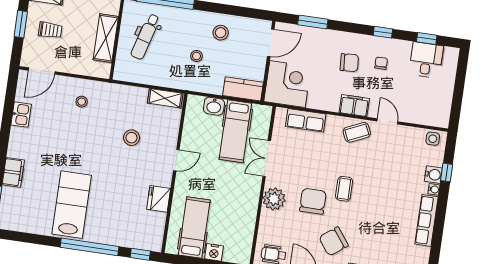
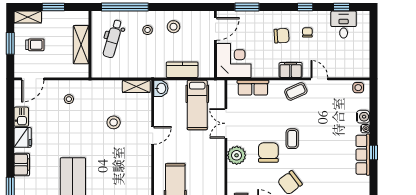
stool: (196, 56) -> (148, 30), moved
kitchen counter: (243, 89) -> (182, 70), moved
washbasin: (214, 106) -> (161, 88), moved, turned -90
window: (447, 172) -> (373, 153), moved
fridge: (159, 199) -> (23, 137), moved, turned 180

